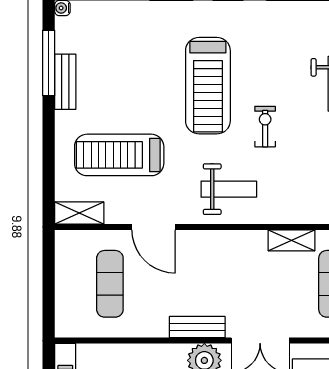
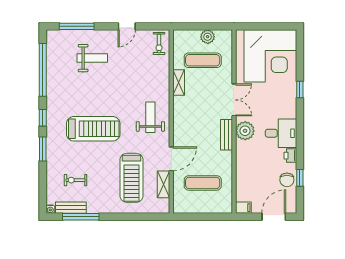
bench: (65, 82) -> (71, 208), moved
exercise bike: (265, 127) -> (75, 180), moved
shelving: (79, 213) -> (164, 184), moved

